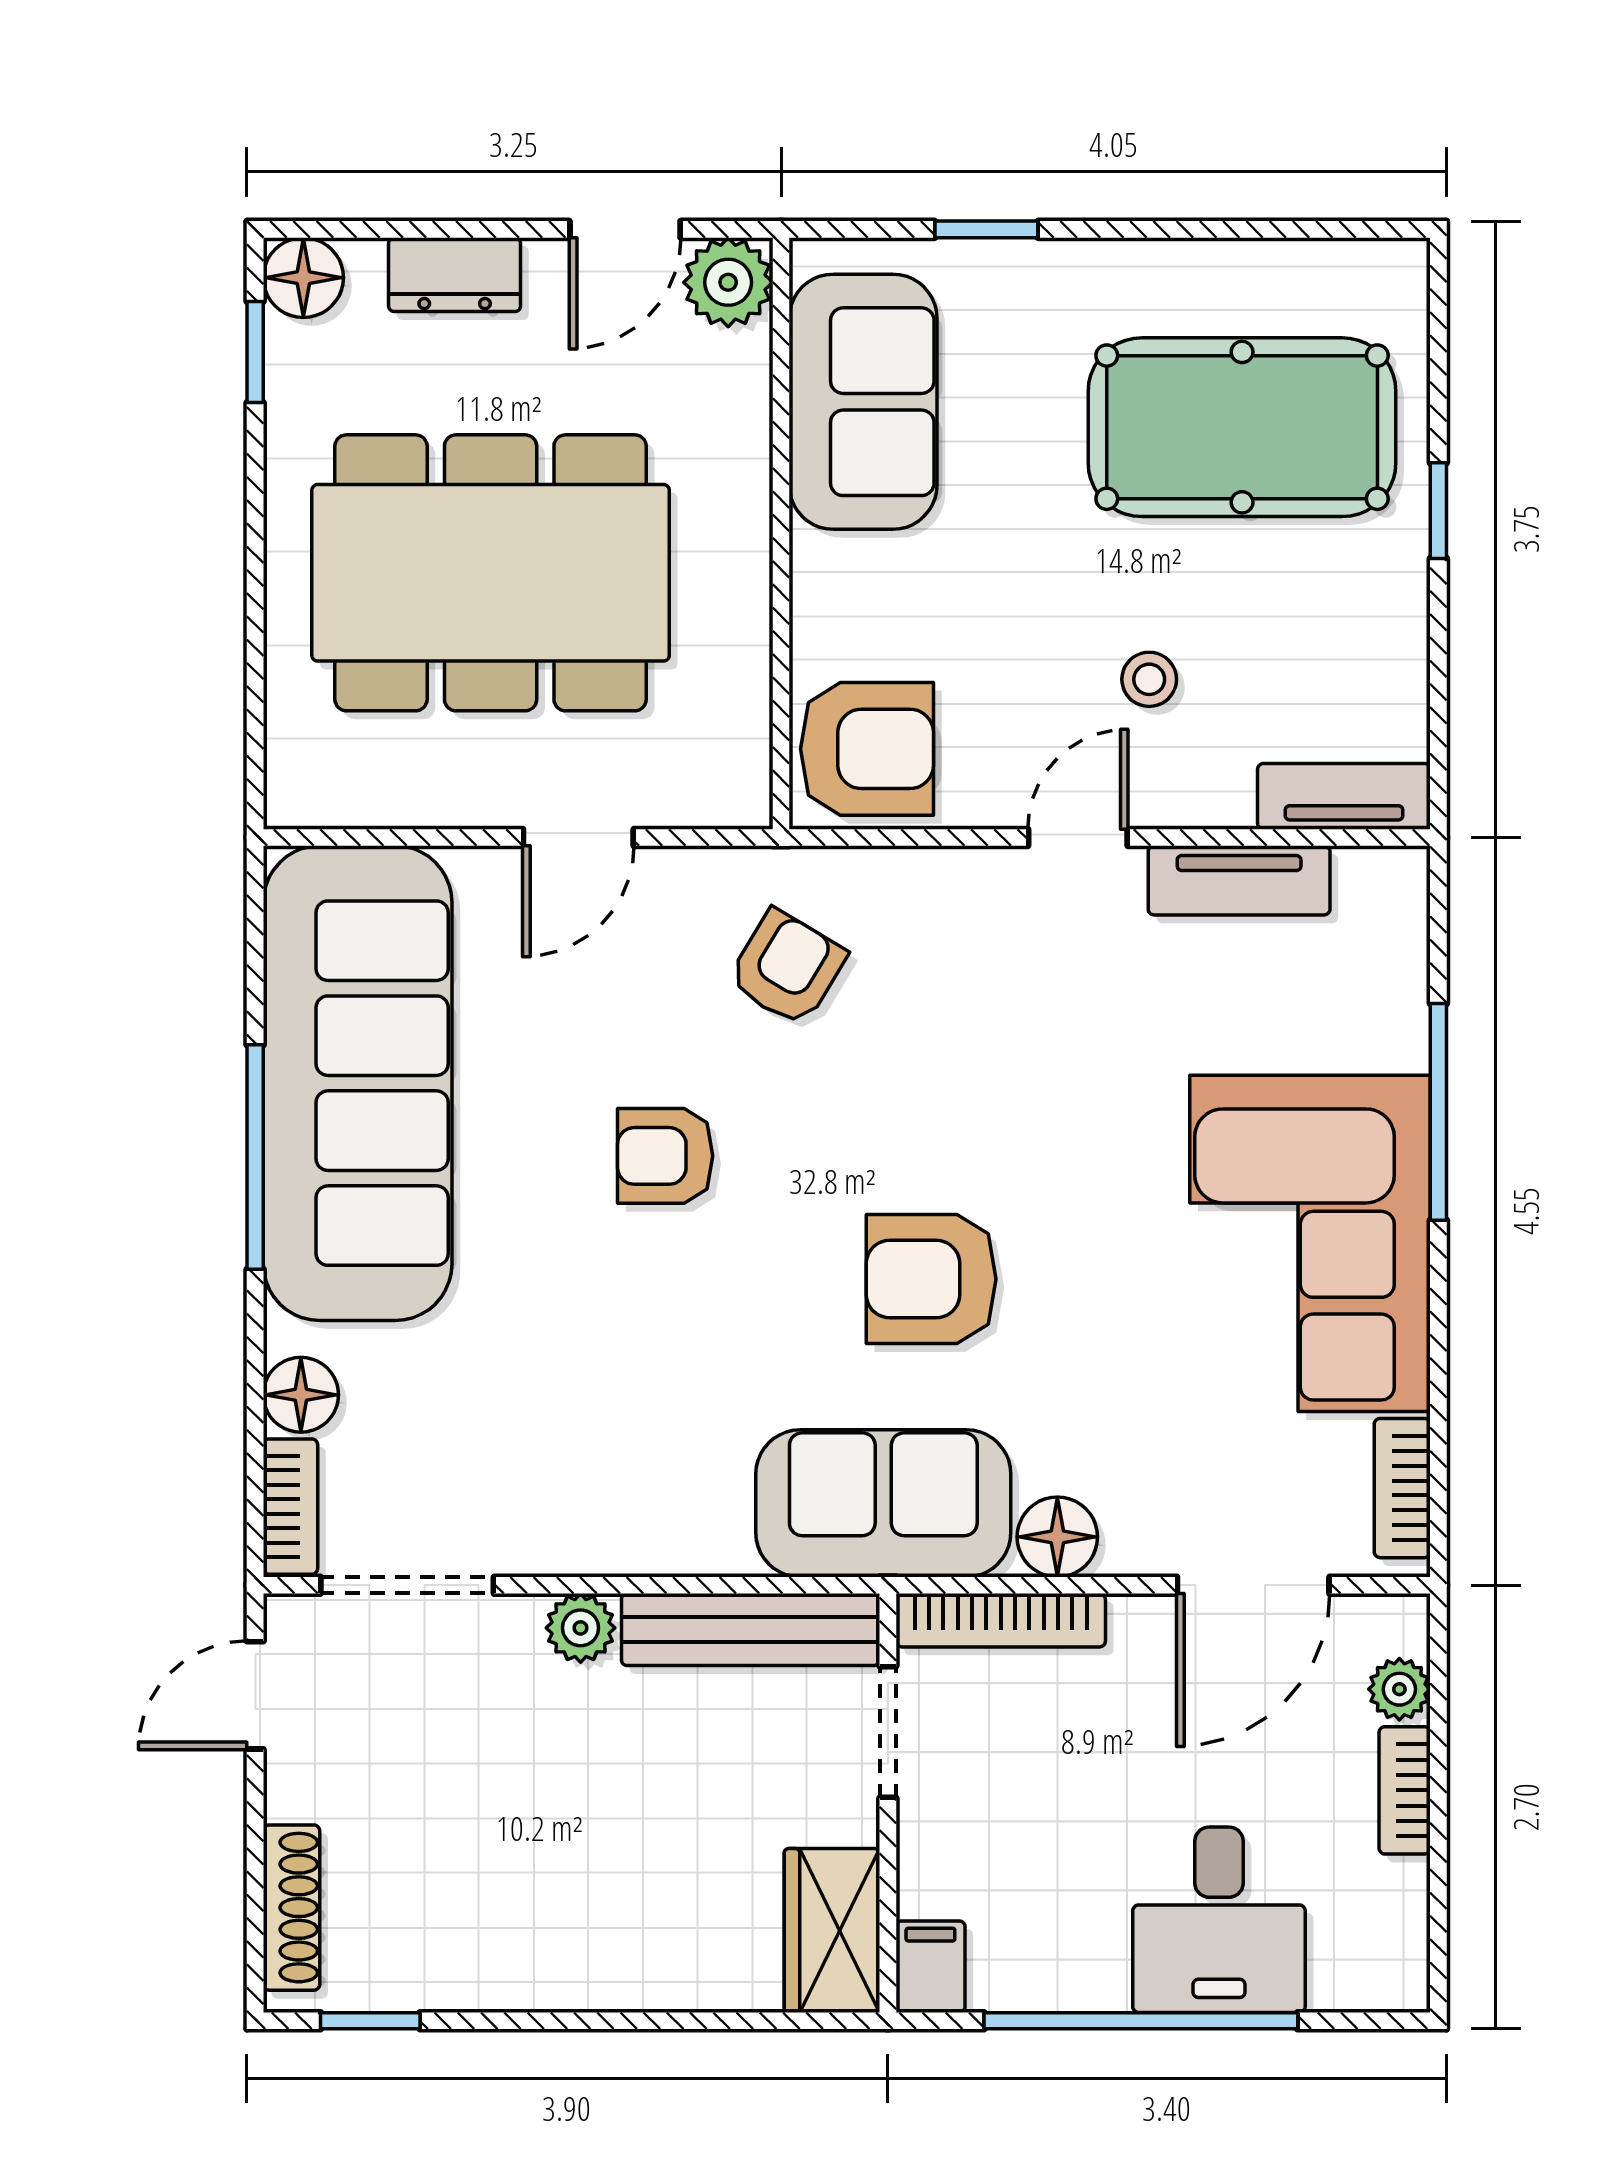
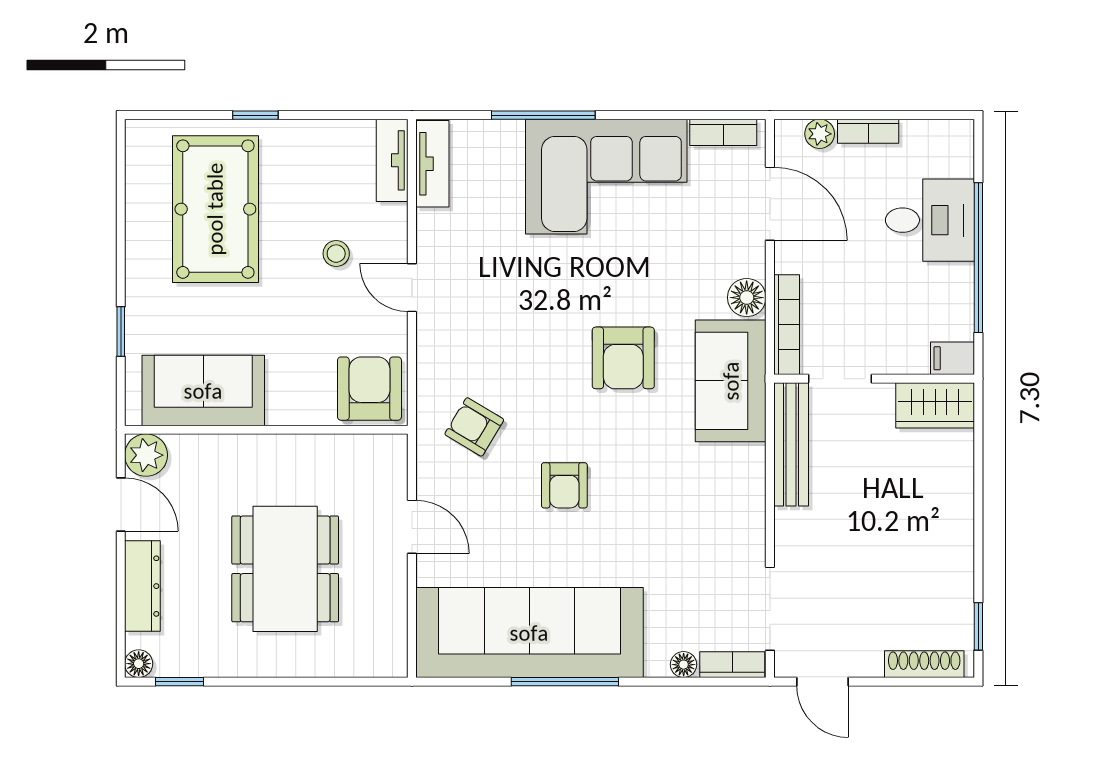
dresser: (455, 275) -> (142, 586), width x1.44
floor lamp: (303, 278) -> (139, 664), width x0.73, depth x0.73
dining table: (491, 573) -> (285, 569), width x0.73, depth x0.80
tv unit: (1239, 880) -> (432, 164), moved
floor lamp: (301, 1395) -> (684, 665), width x0.73, depth x0.73
plant: (581, 1628) -> (790, 526), removed

